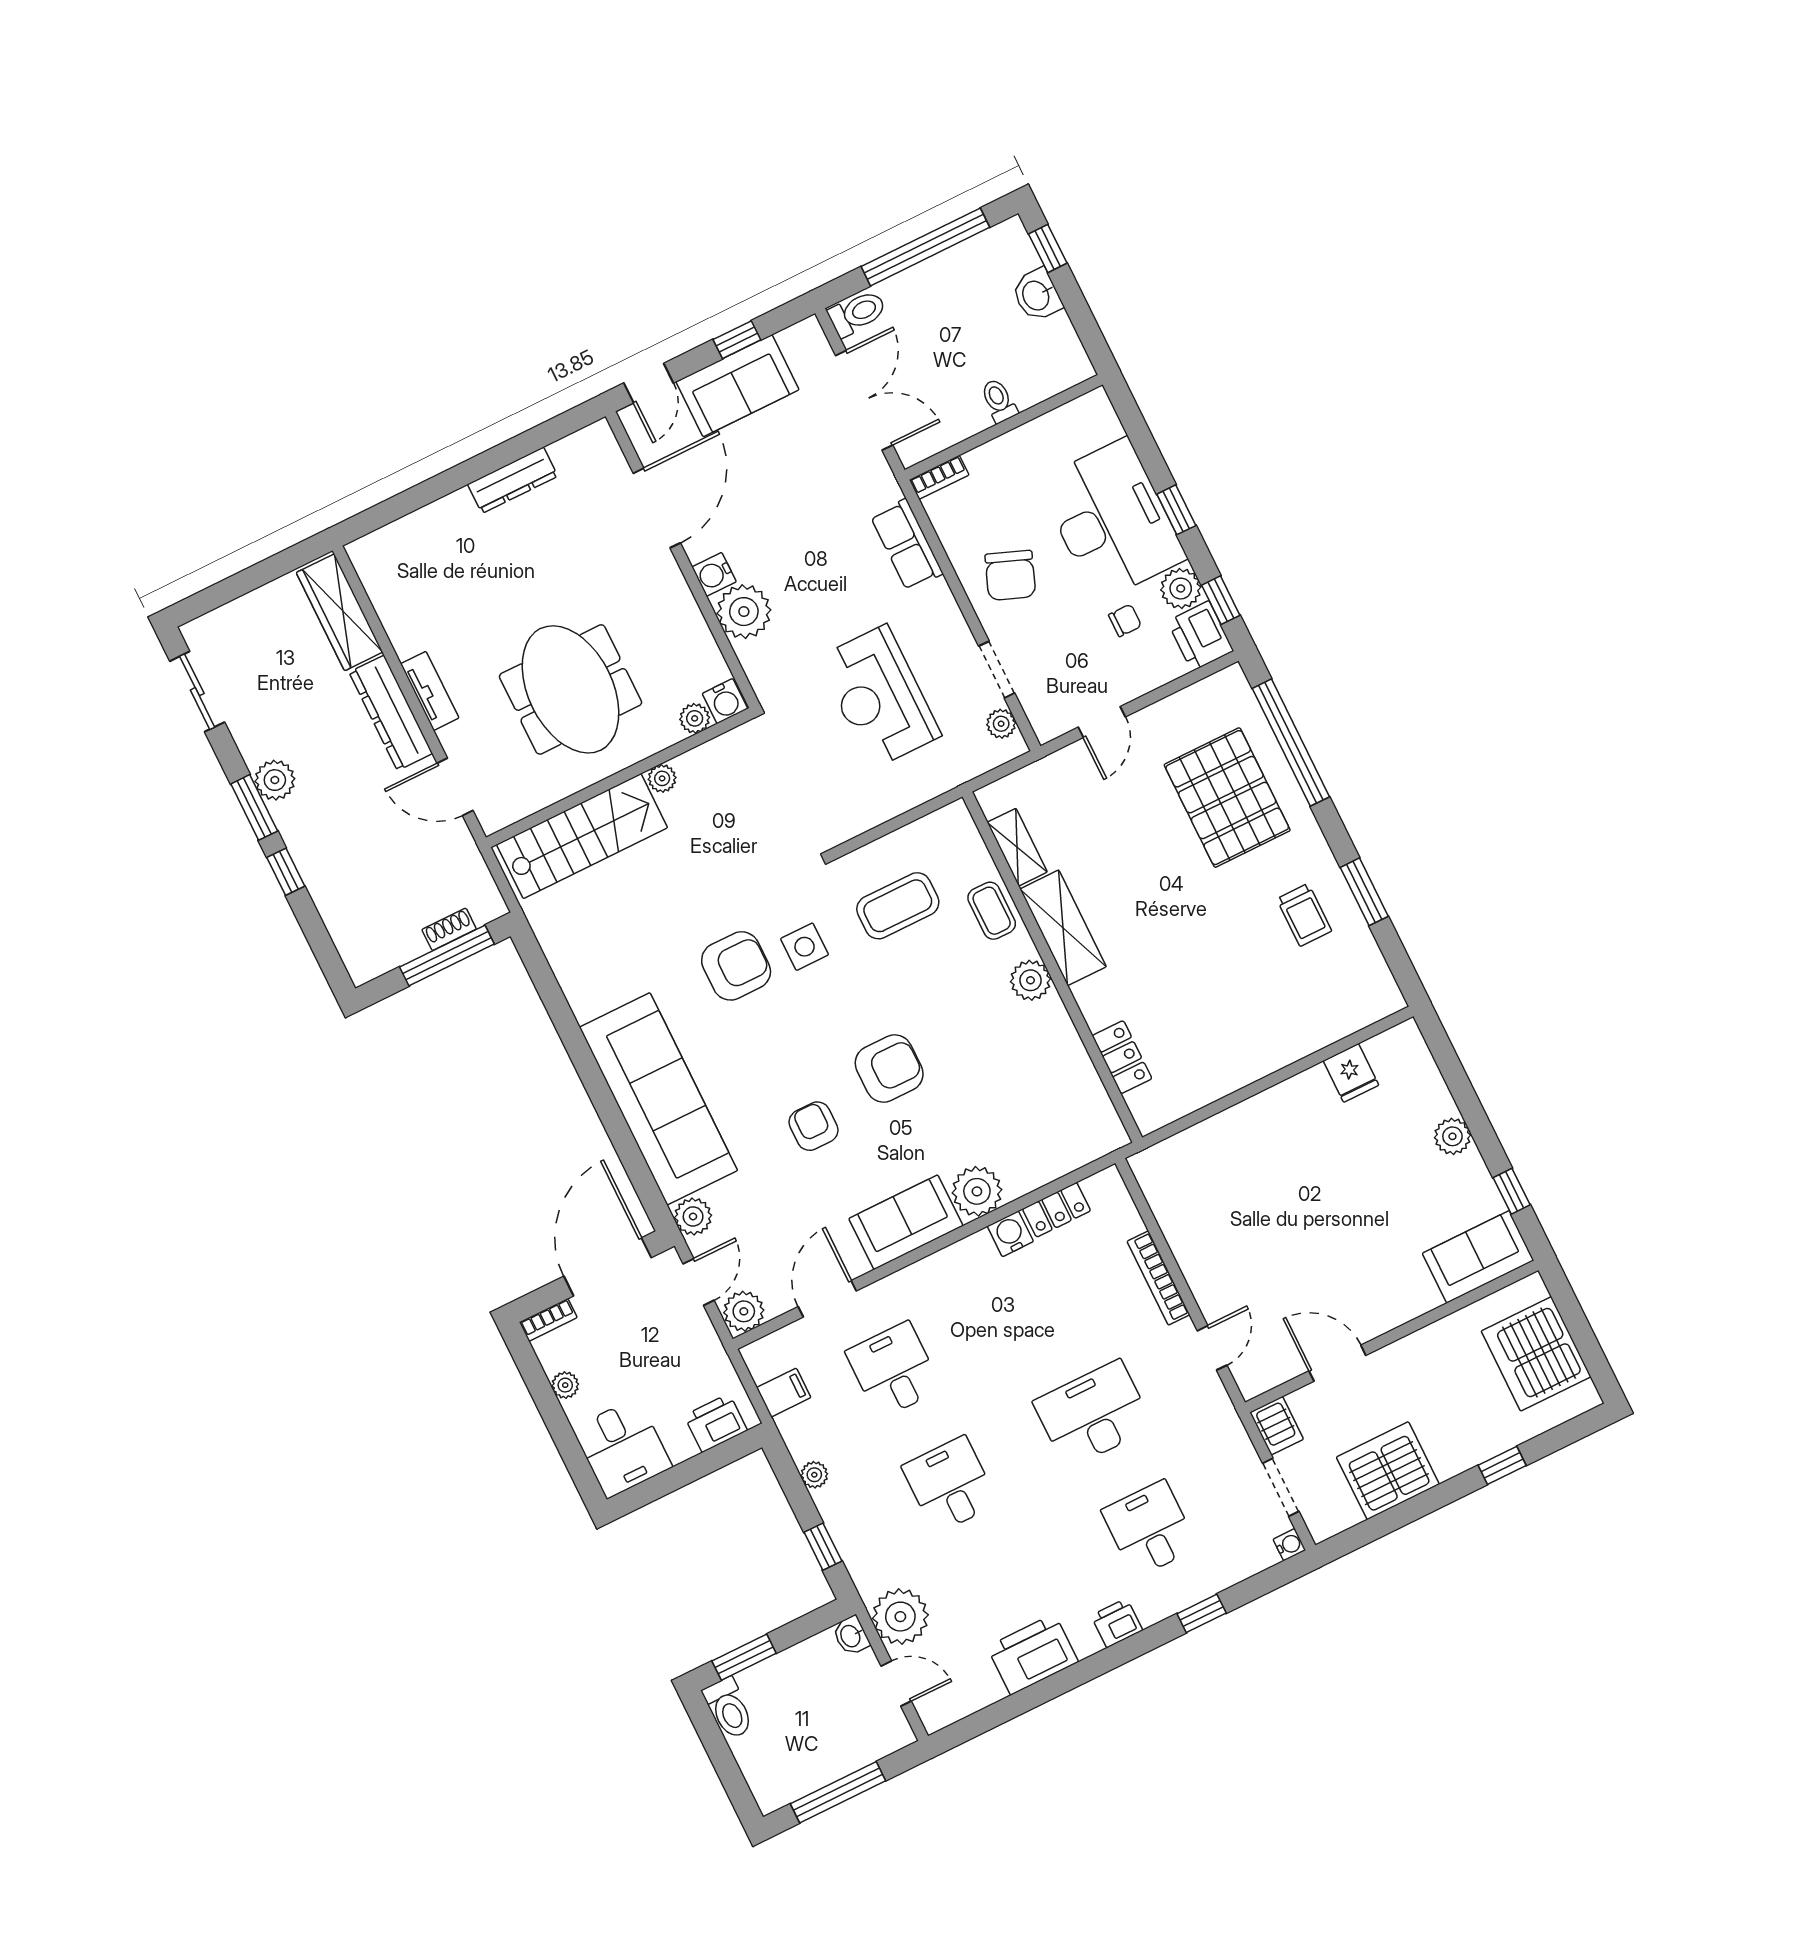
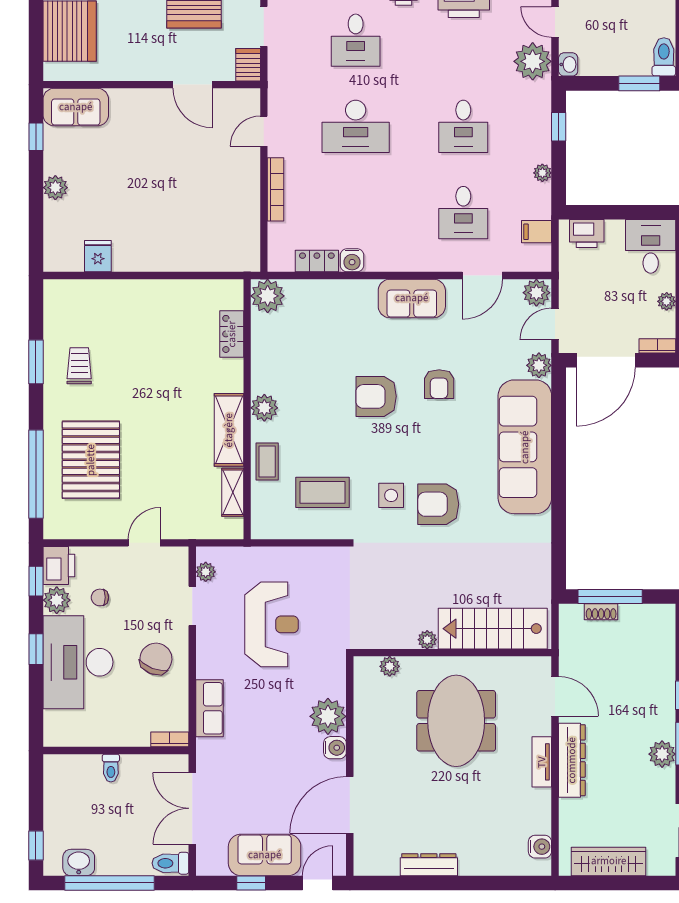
washbasin: (1037, 295) -> (79, 863), moved, turned -90
wardrobe: (340, 612) -> (609, 861), moved, turned -90
water cooler: (725, 701) -> (540, 847), moved, turned 90
plant: (977, 1191) -> (268, 296), moved

